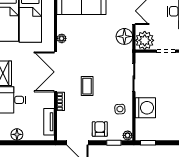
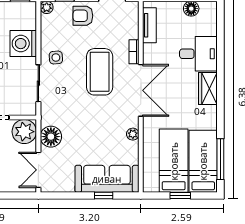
coffee table: (87, 86) -> (100, 72), width x1.86, depth x1.72
side table: (120, 109) -> (56, 58), moved
armchair: (100, 129) -> (83, 16), turned 90

